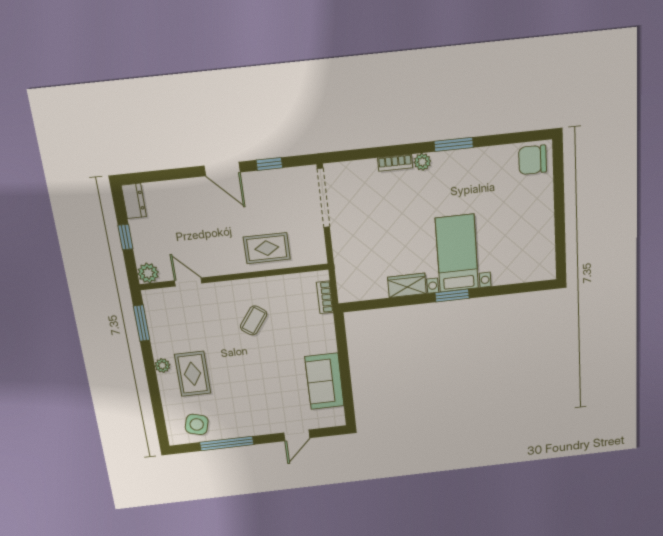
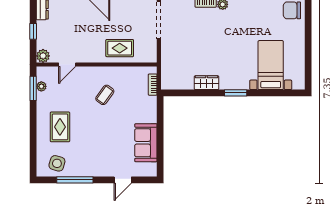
bed with nightstands: (457, 253) -> (271, 65), moved
door: (188, 282) -> (67, 64), swing flipped
plant: (162, 366) -> (41, 86), moved

